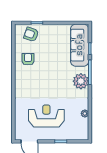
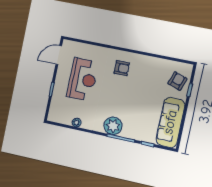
sofa: (80, 45) -> (170, 122), moved, turned -90
armchair: (28, 59) -> (122, 68), moved

